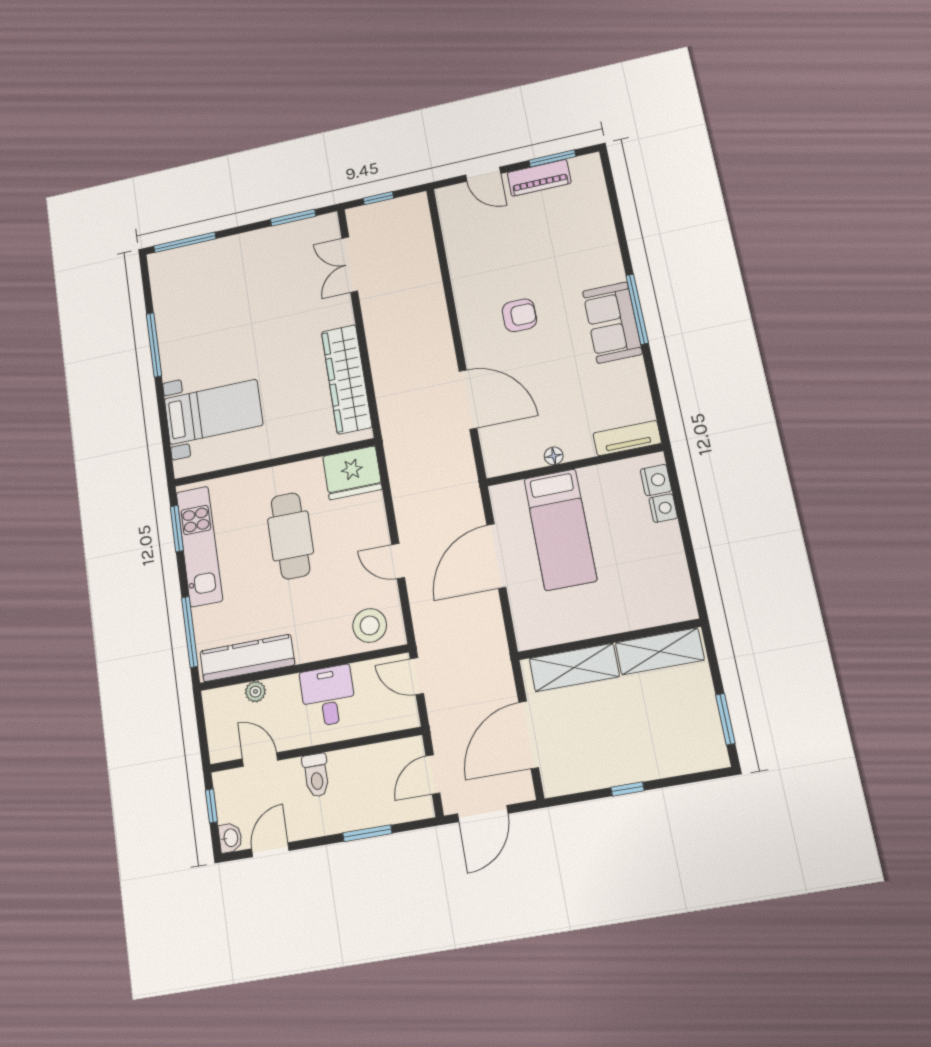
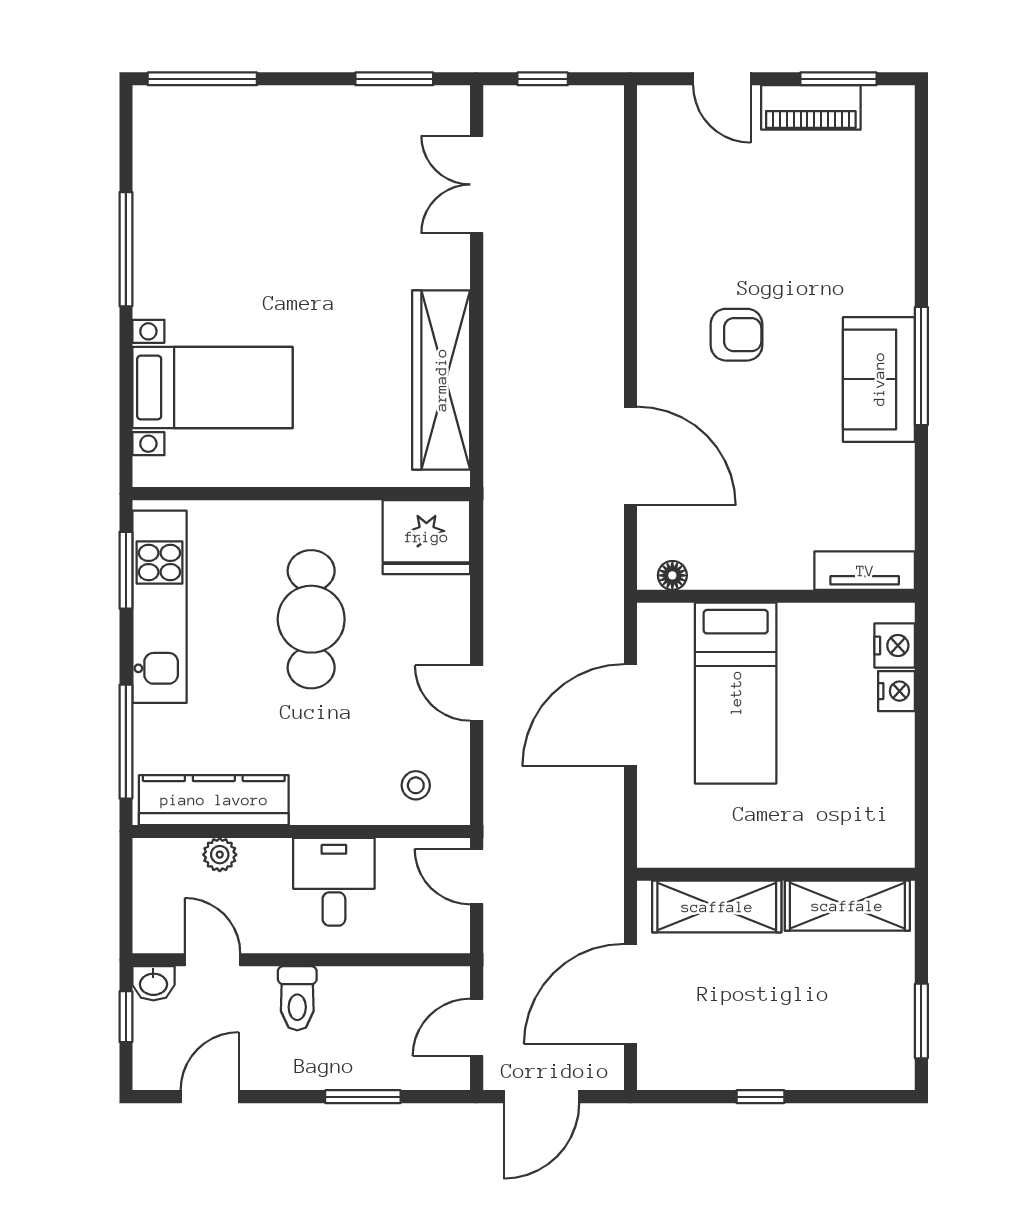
floor lamp: (554, 456) -> (672, 575), moved
stool: (370, 625) -> (416, 785), width x0.53, depth x0.53
washbasin: (230, 838) -> (153, 983), moved, turned 90

